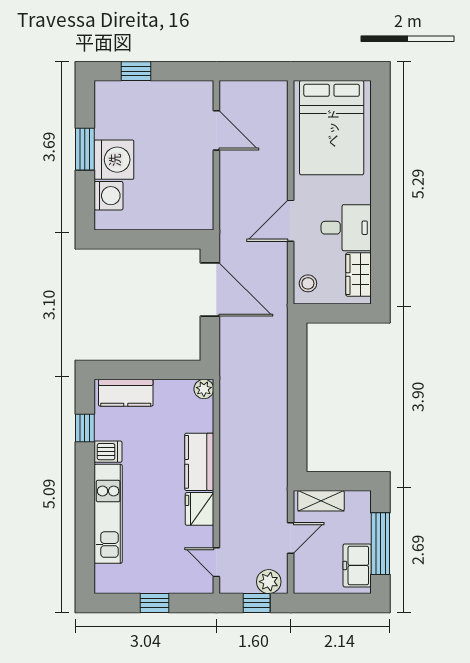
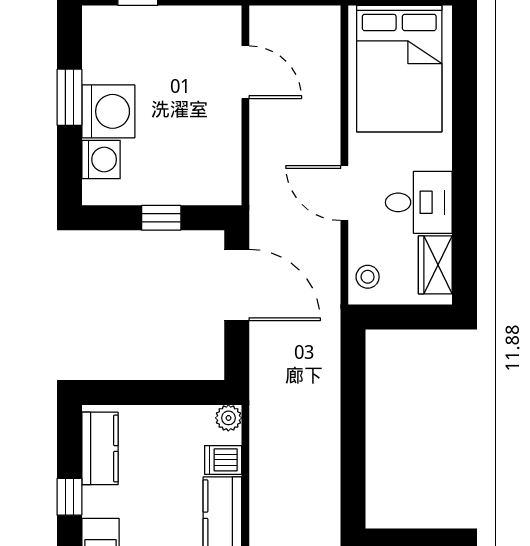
door: (291, 221) -> (344, 193), hinge flipped
window: (153, 239) -> (161, 218), added
kitchen counter: (126, 393) -> (100, 448), moved, turned -90
window: (85, 428) -> (69, 497), moved
dishwasher: (108, 452) -> (223, 460), moved, turned 180

